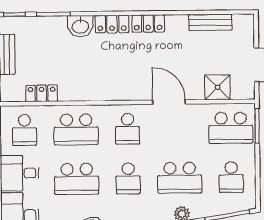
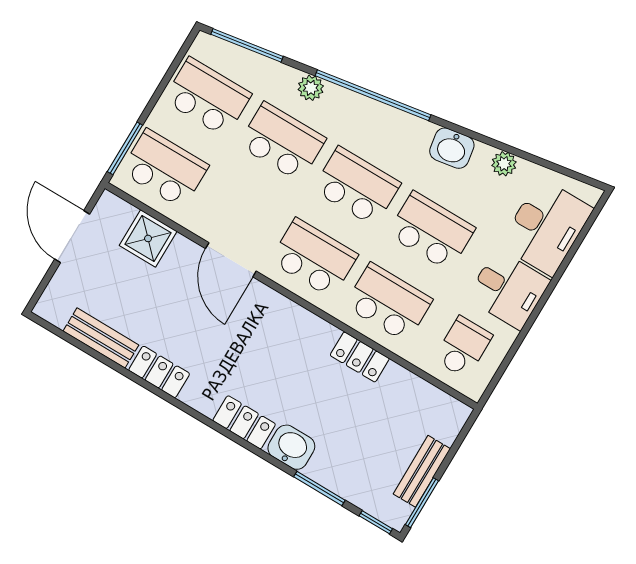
locker: (148, 23) -> (159, 372), moved
locker: (42, 93) -> (360, 357), moved
school desk: (128, 129) -> (314, 258), width x1.85
school desk: (231, 177) -> (207, 97), width x1.85
school desk: (128, 178) -> (357, 186), width x1.85

